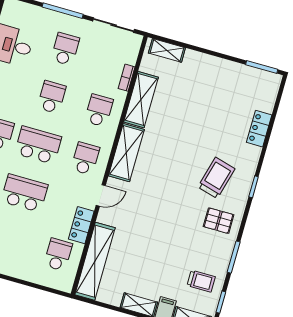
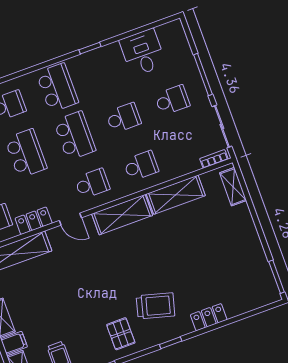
bookcase: (127, 78) -> (214, 159), moved
locker: (259, 129) -> (209, 317), moved

